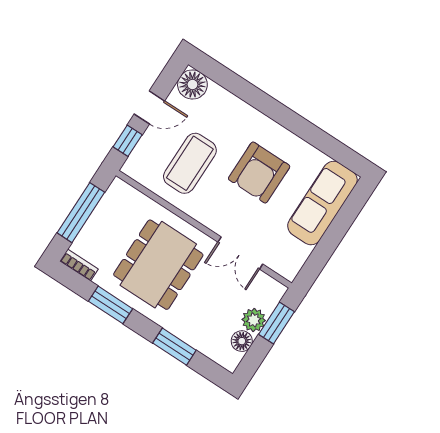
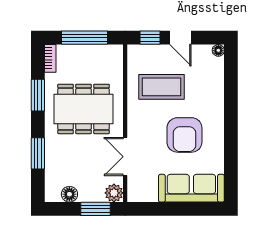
floor lamp: (192, 85) -> (218, 50), width x0.53, depth x0.53
armchair: (259, 173) -> (184, 135), turned -90
plant: (254, 320) -> (114, 193), moved

